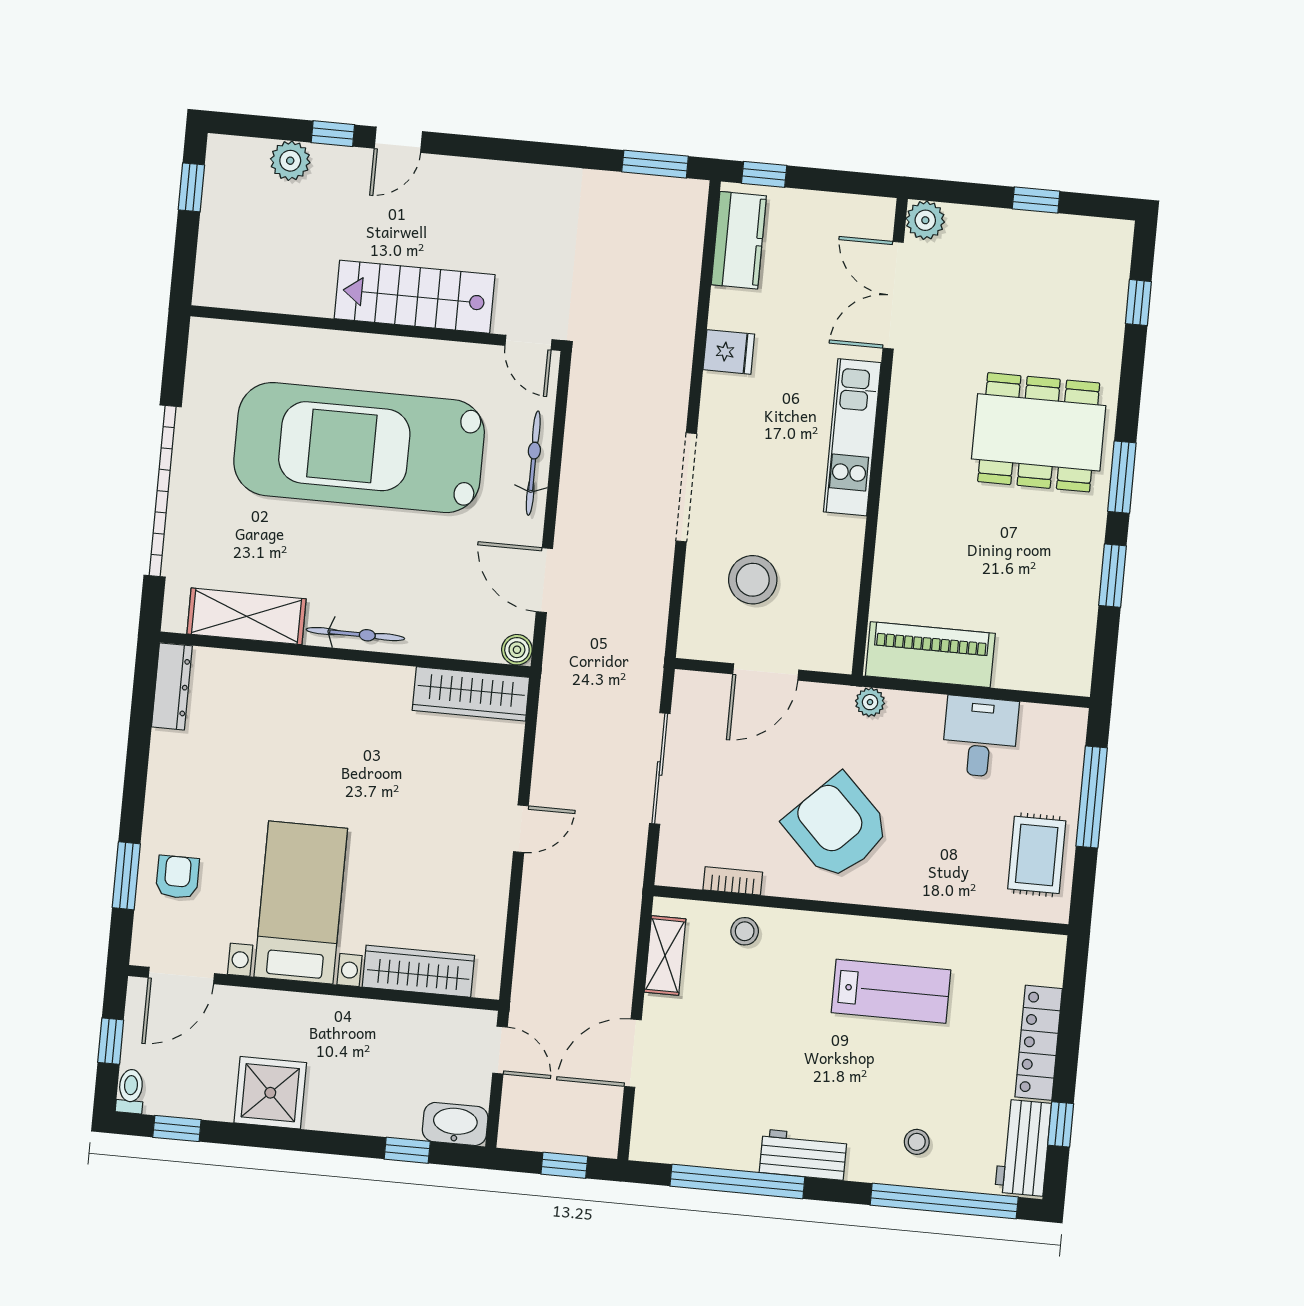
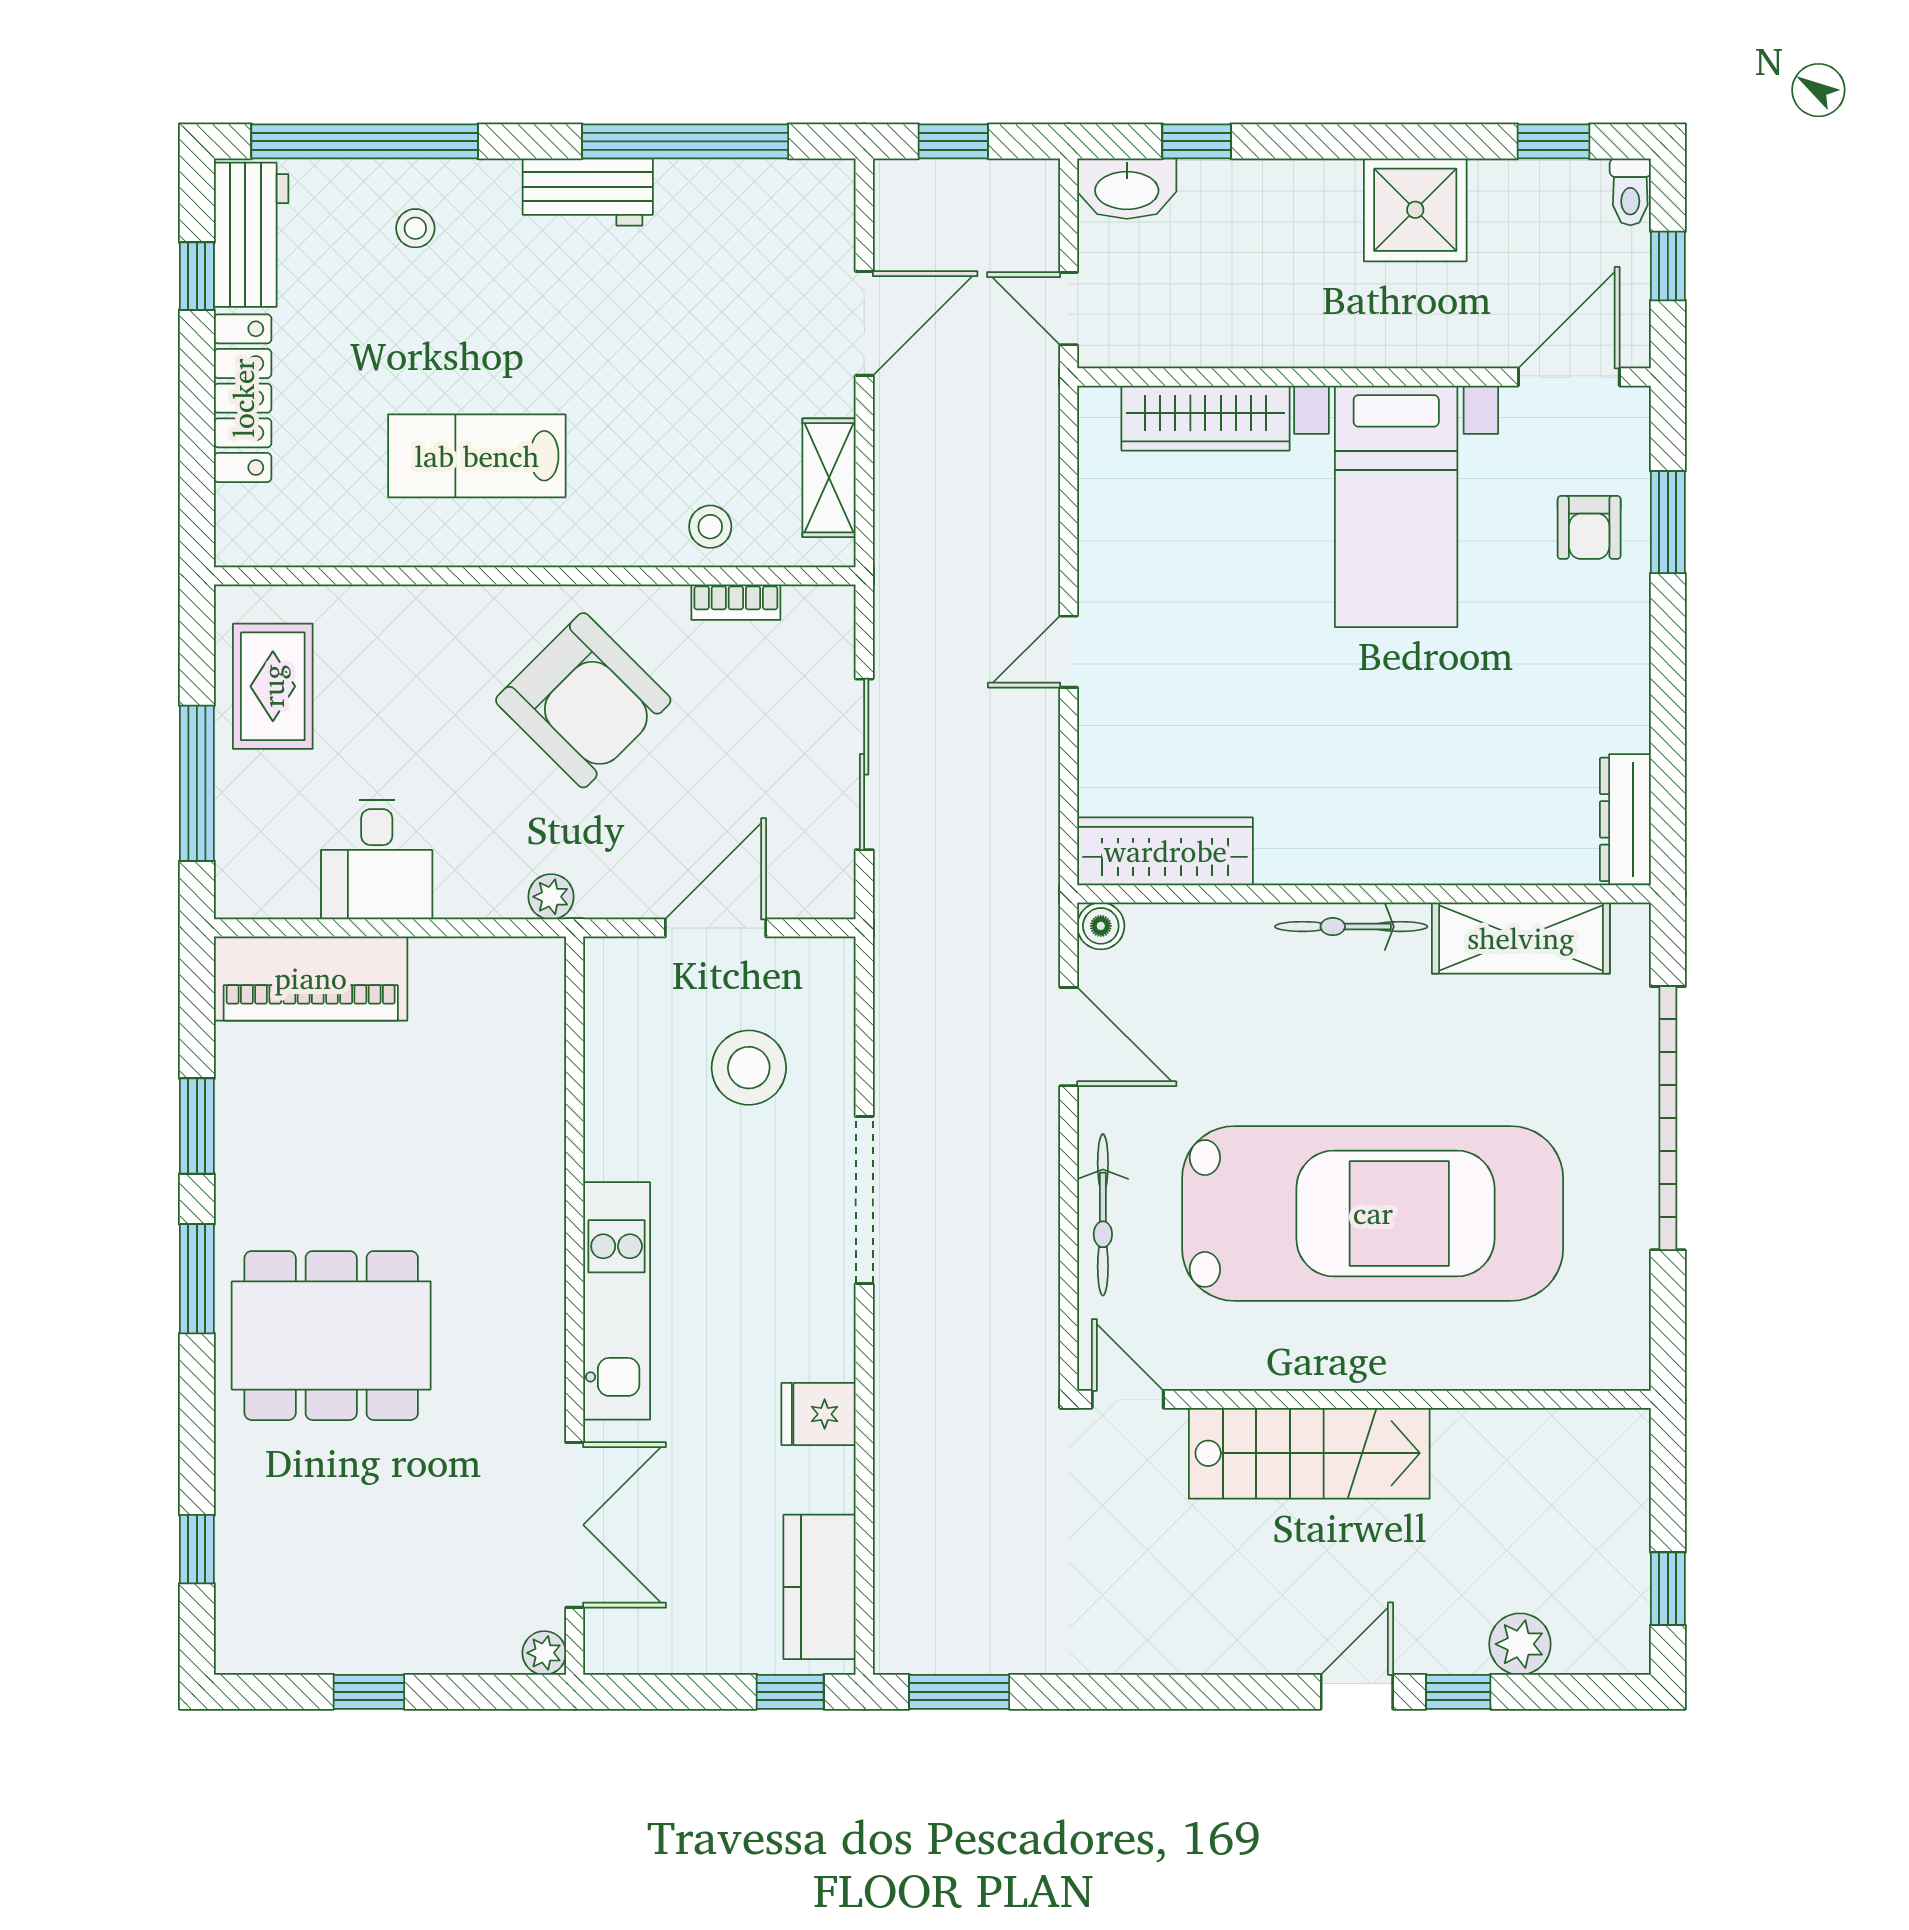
plant: (925, 220) -> (544, 1653), width x0.73, depth x0.73
piano: (930, 655) -> (311, 978), moved

